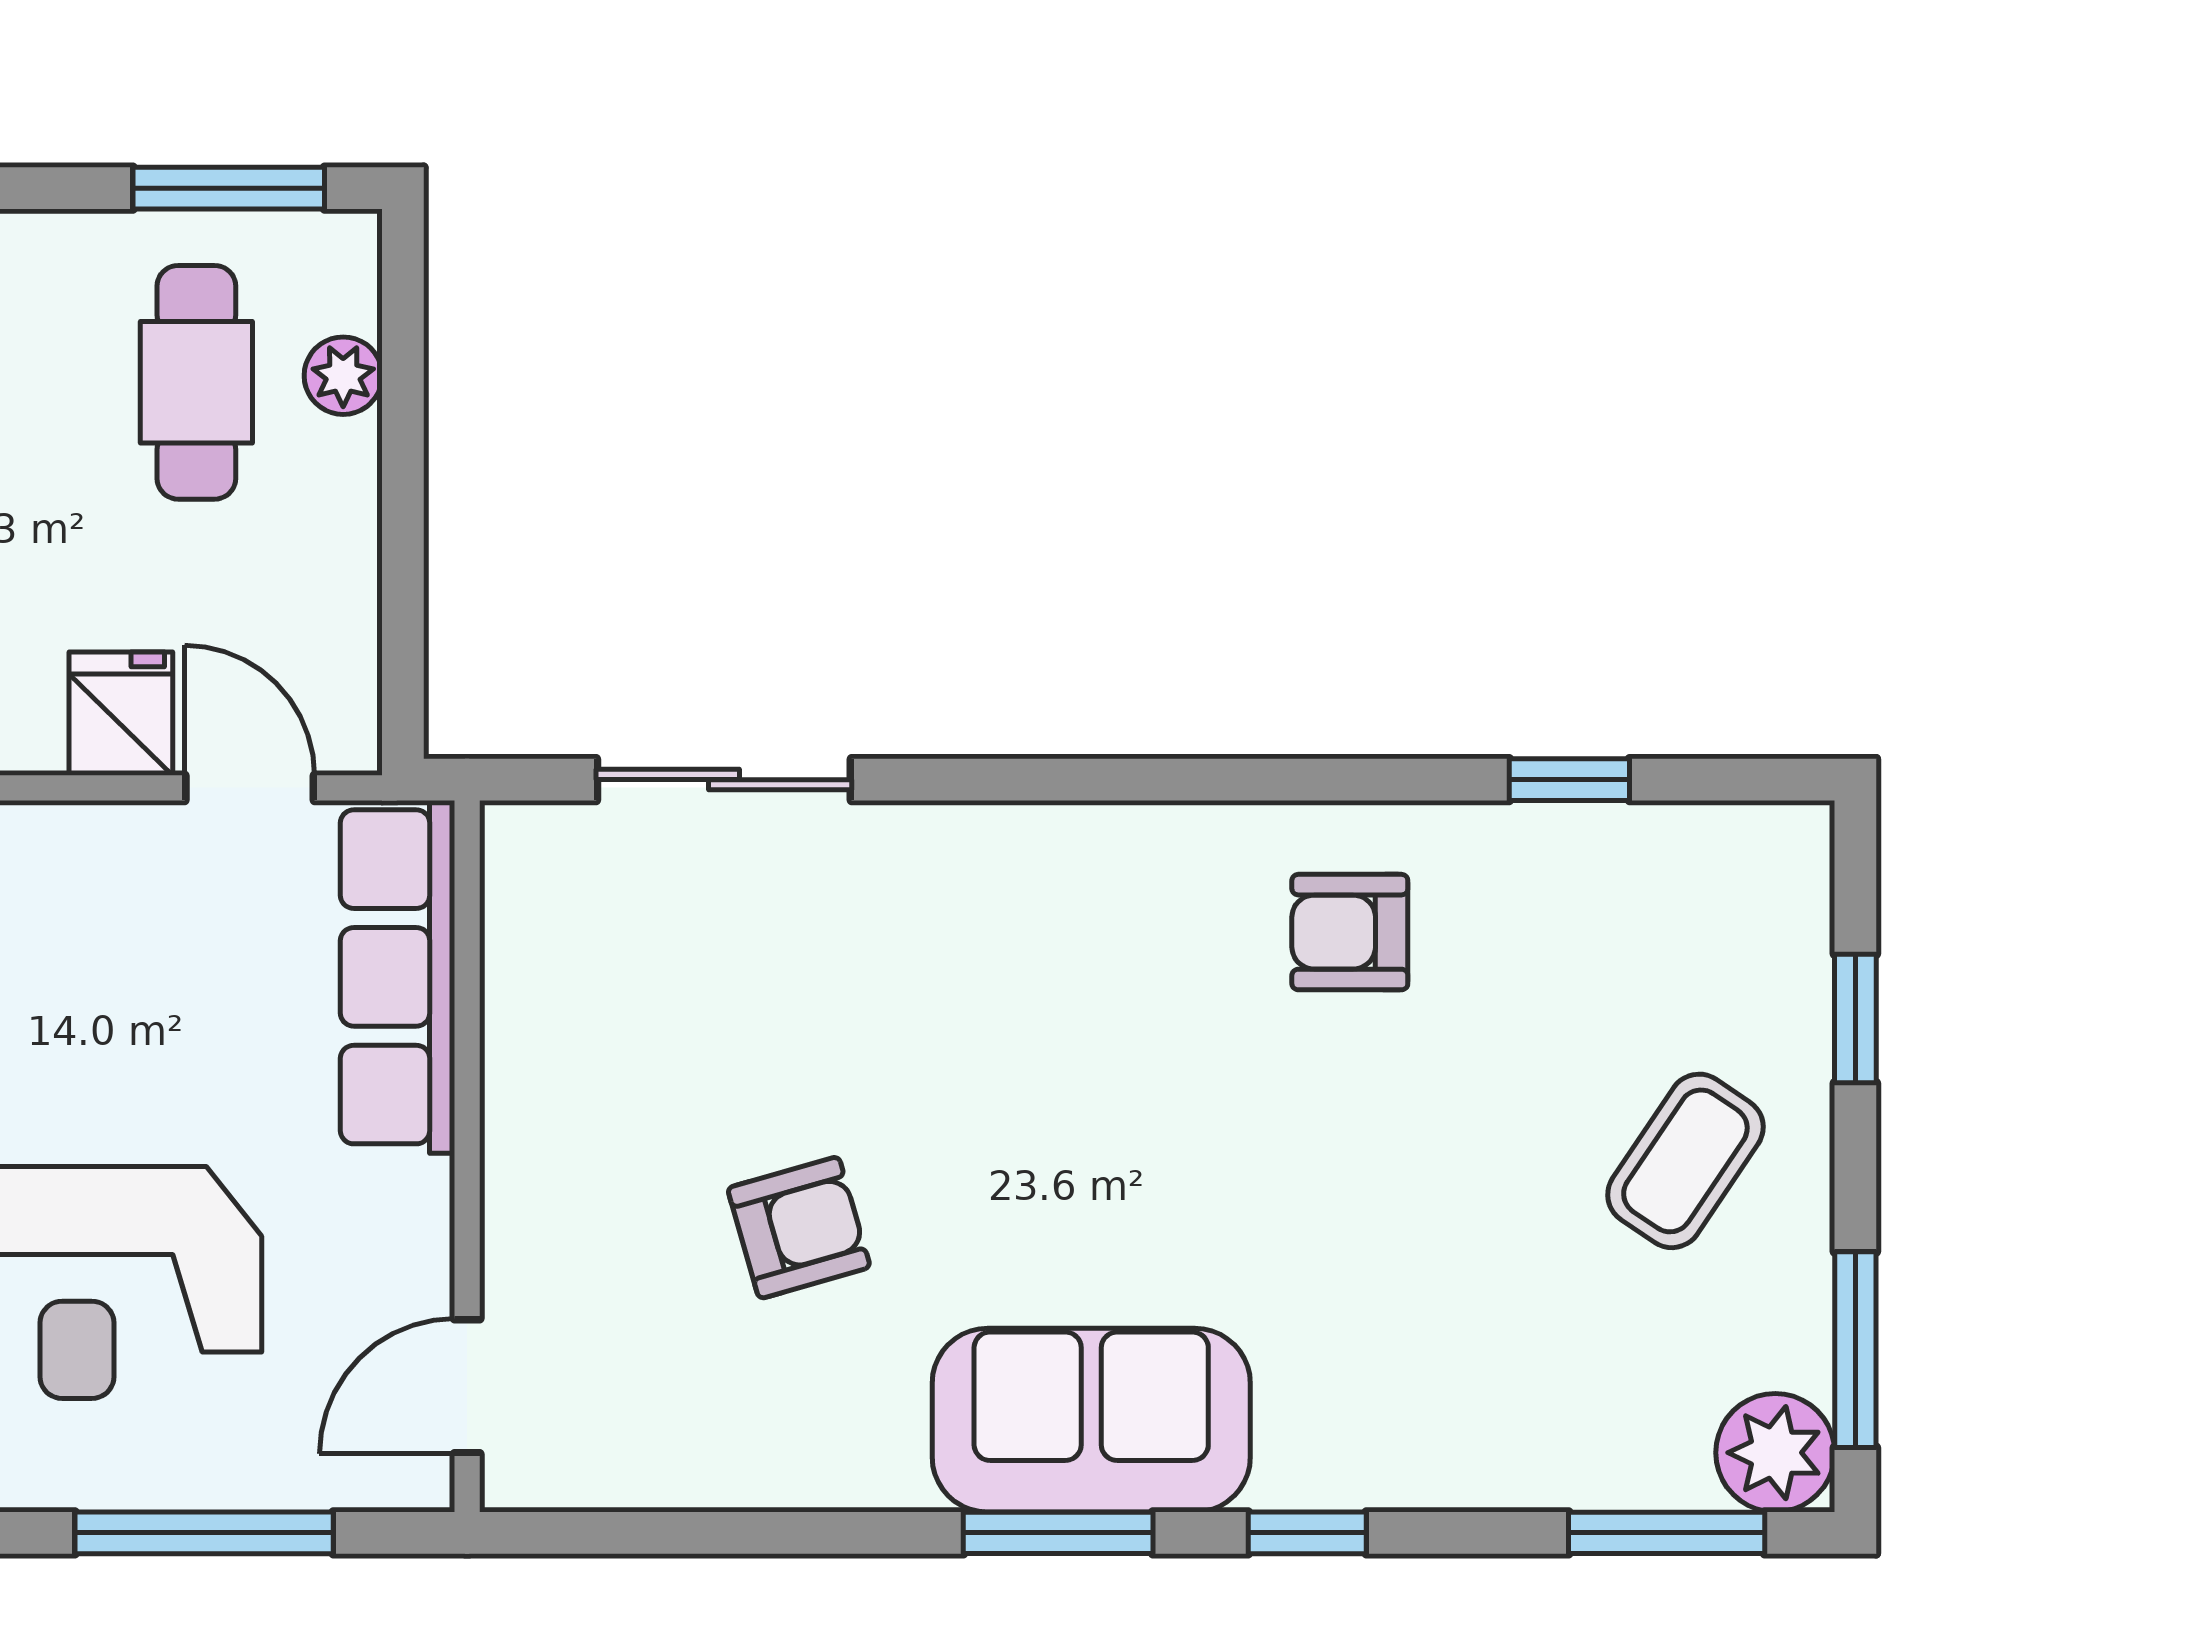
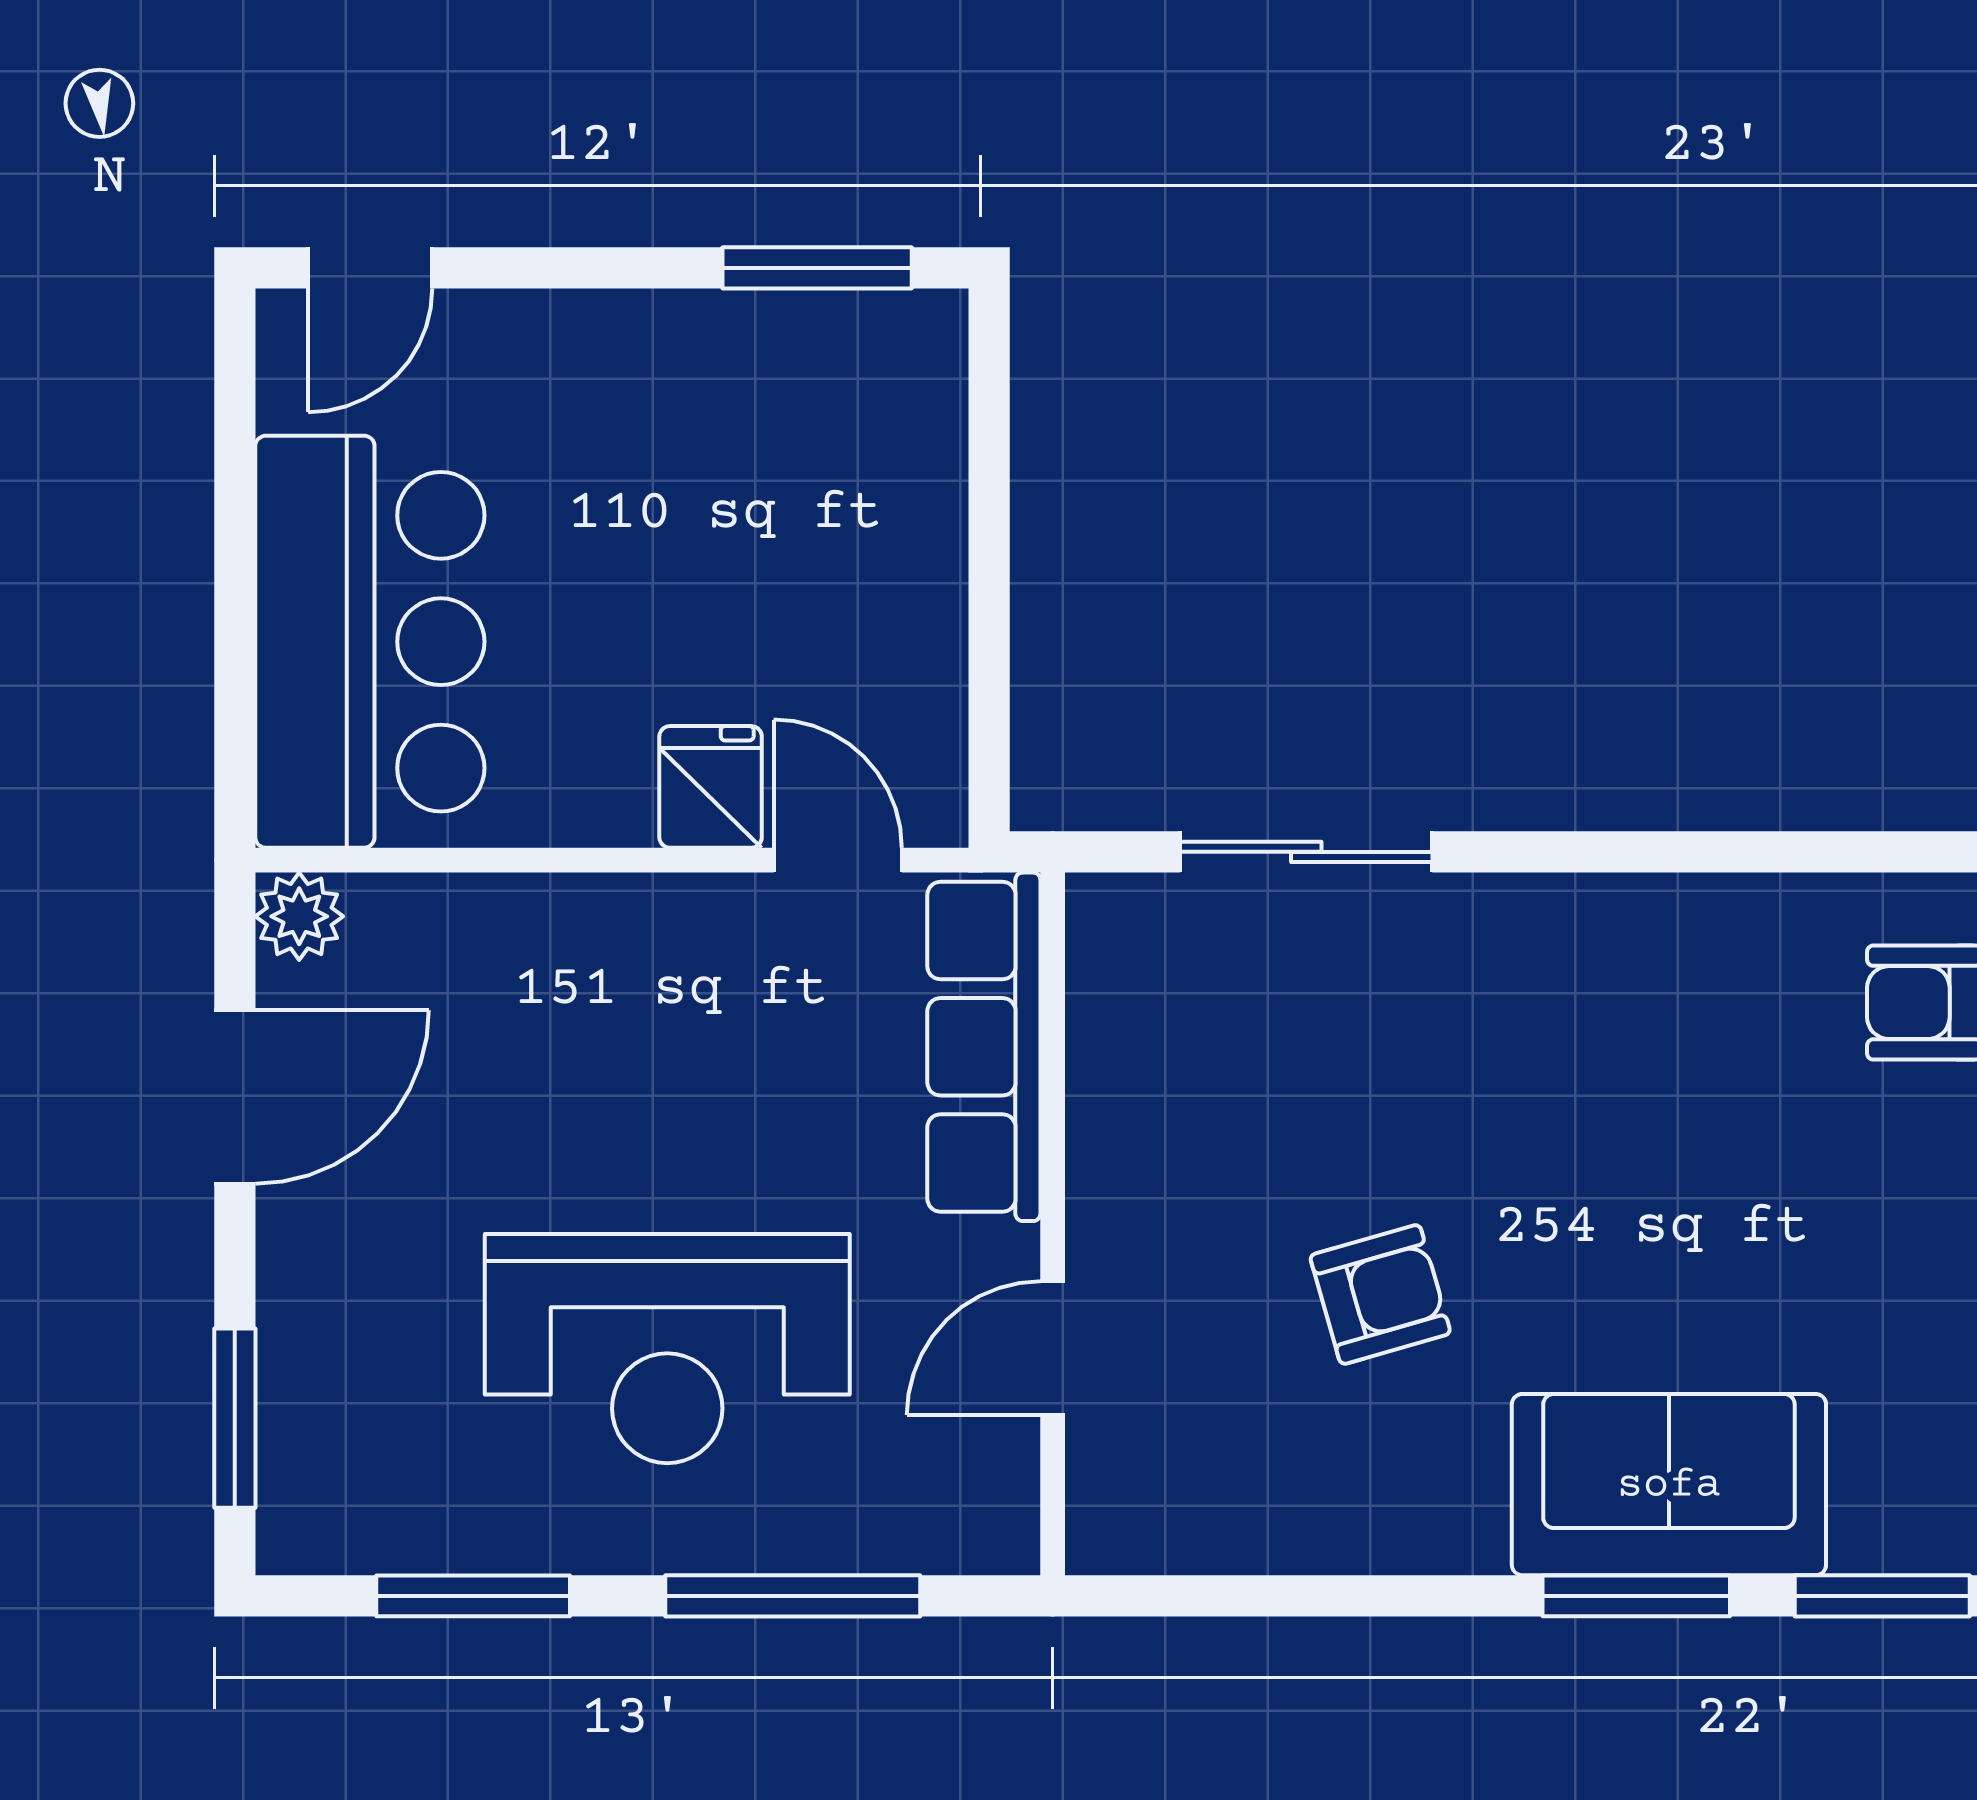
plant: (343, 376) -> (930, 453), removed
cafe table: (196, 382) -> (785, 460), removed
door: (467, 1386) -> (1053, 1348), moved
window: (1307, 1533) -> (1882, 1596), width x1.50

